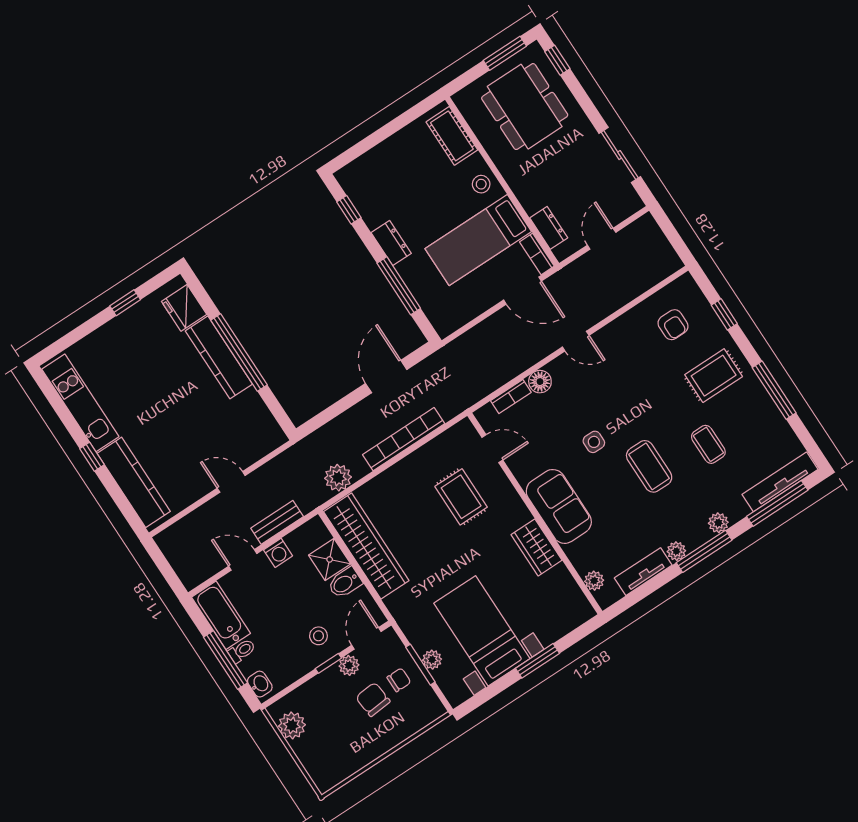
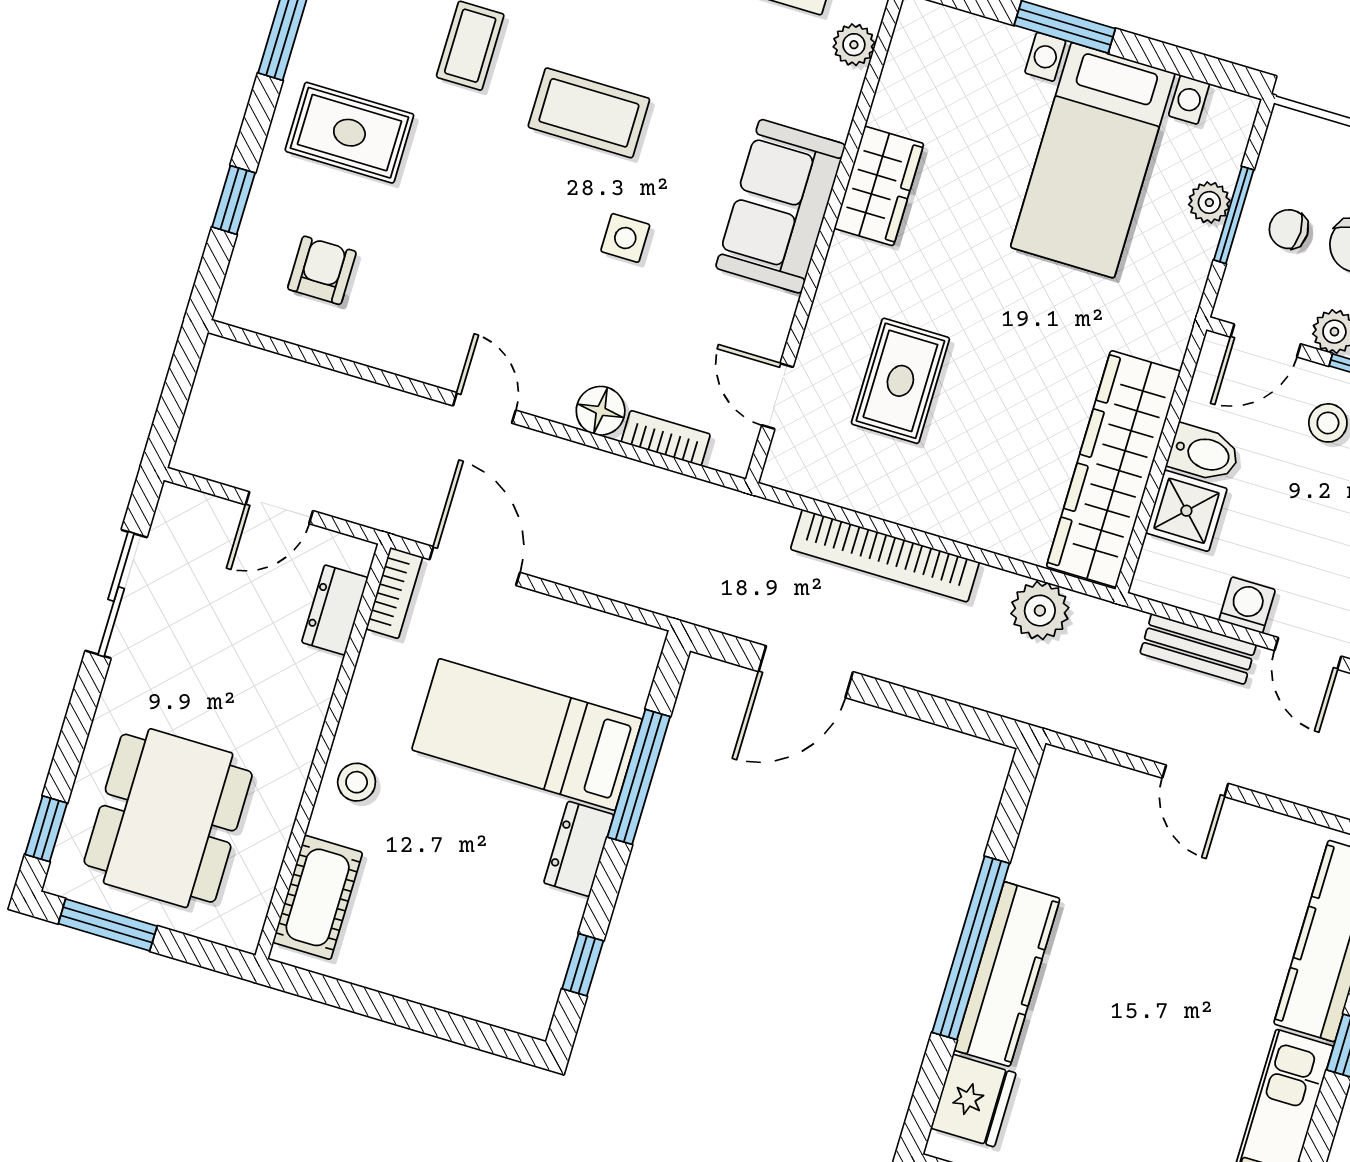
bed: (478, 240) -> (527, 734), moved, turned 180
coffee table: (649, 466) -> (589, 113), turned 90

